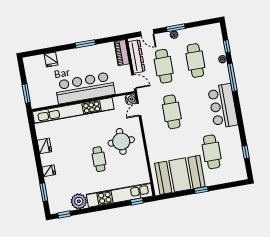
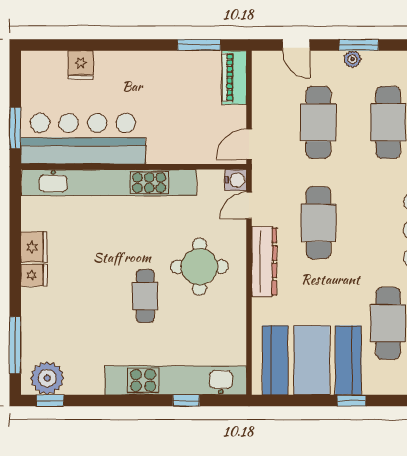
window: (85, 44) -> (199, 45), moved
dresser: (137, 56) -> (264, 262), moved
door: (134, 82) -> (249, 144), swing flipped
bar counter: (85, 88) -> (83, 139), moved
fridge: (49, 171) -> (34, 275), moved
window: (44, 192) -> (15, 345), width x1.44
plant: (79, 201) -> (47, 378), moved
window: (137, 201) -> (186, 401), moved

